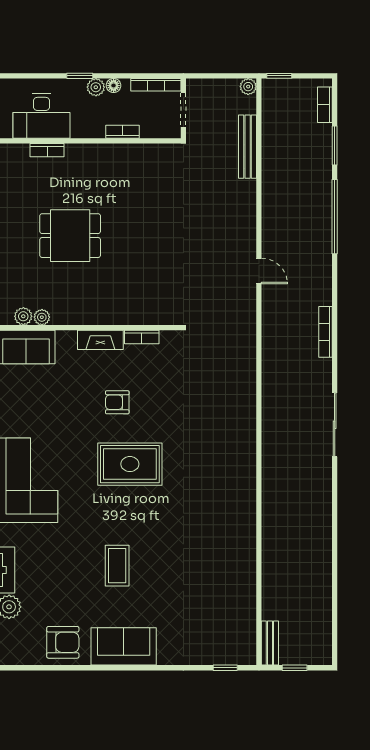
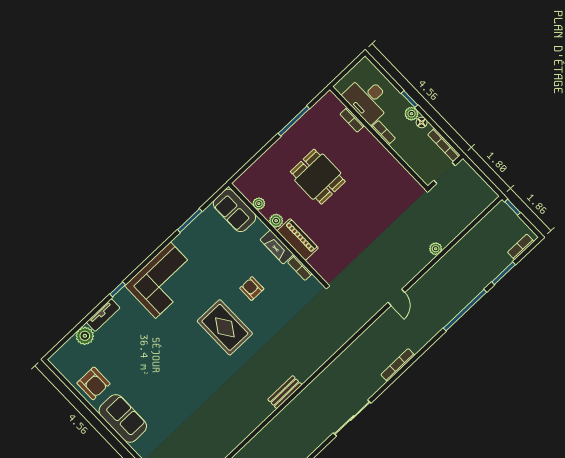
plant: (248, 87) -> (436, 249), moved
bookcase: (123, 132) -> (383, 133), moved
bench: (248, 147) -> (285, 392), moved, width x0.73
piano: (112, 313) -> (298, 240), added
plant: (23, 316) -> (276, 221), moved
coffee table: (117, 566) -> (163, 373), removed

